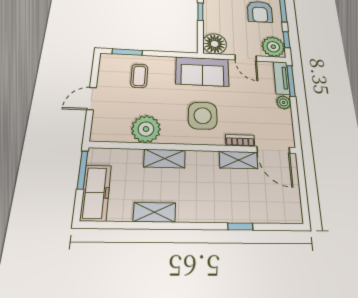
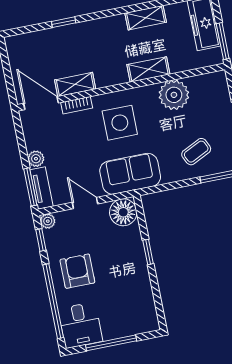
plant: (273, 47) -> (48, 221), width x0.53, depth x0.53
coffee table: (139, 76) -> (196, 152), turned 64

